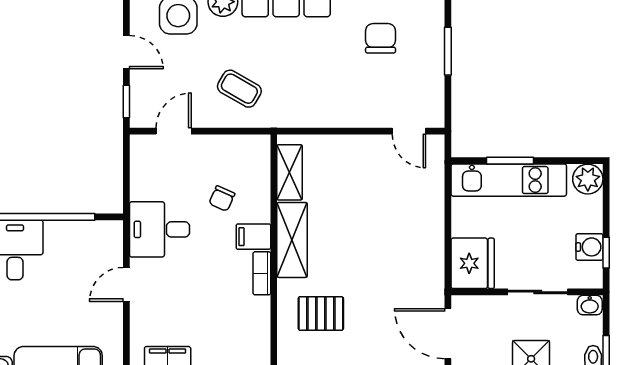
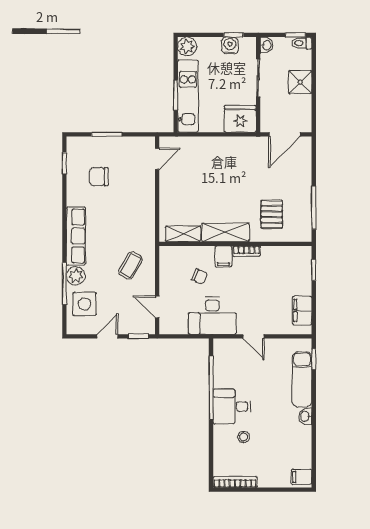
desk: (159, 229) -> (212, 316), width x1.37

